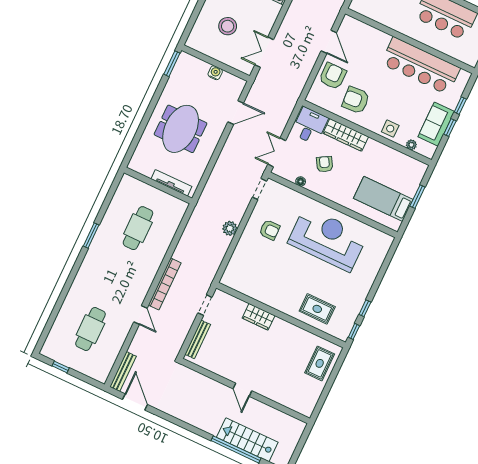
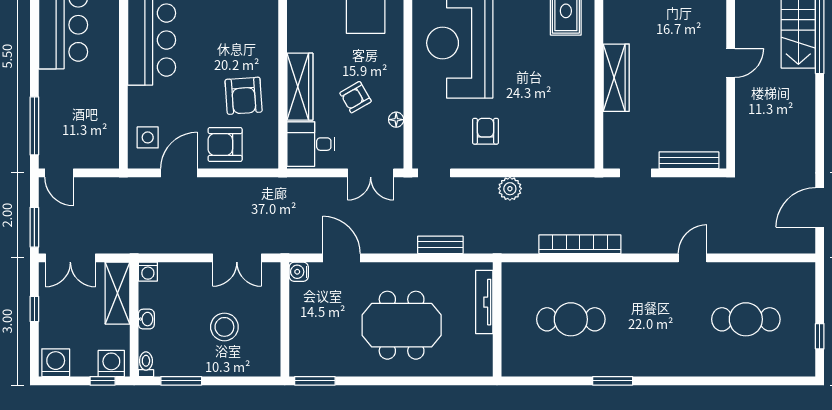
water cooler: (215, 73) -> (299, 272), moved
side table: (390, 129) -> (148, 137), moved
bookcase: (165, 284) -> (580, 244), moved
wardrobe: (259, 317) -> (616, 78), width x1.50
bench: (123, 372) -> (440, 245), moved, width x0.73

